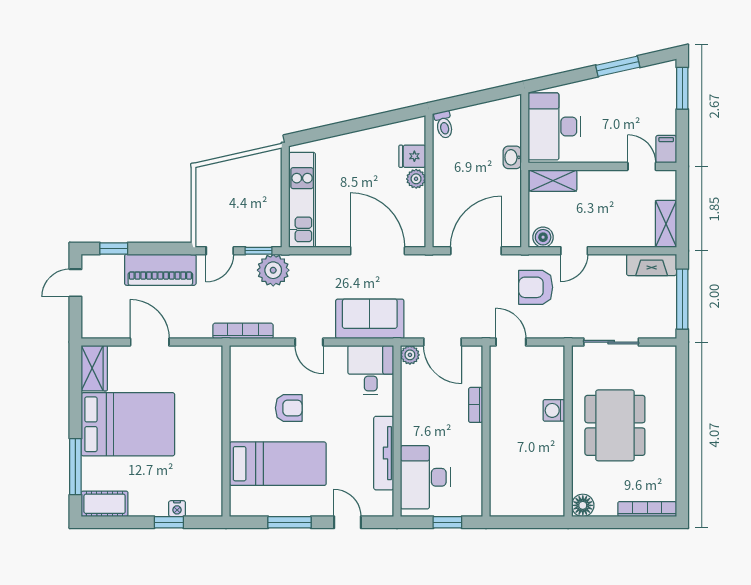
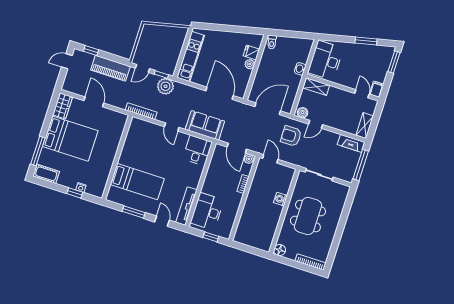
plant: (410, 355) -> (249, 159), moved
armchair: (289, 408) -> (151, 156), removed
tv unit: (384, 453) -> (186, 206), moved

